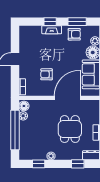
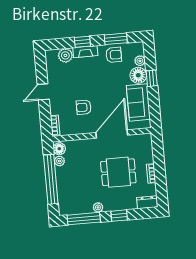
plant: (35, 31) -> (65, 55), added
dining table: (70, 129) -> (118, 172), turned 90
window: (39, 164) -> (84, 219), width x2.17
window: (78, 164) -> (119, 216), moved

